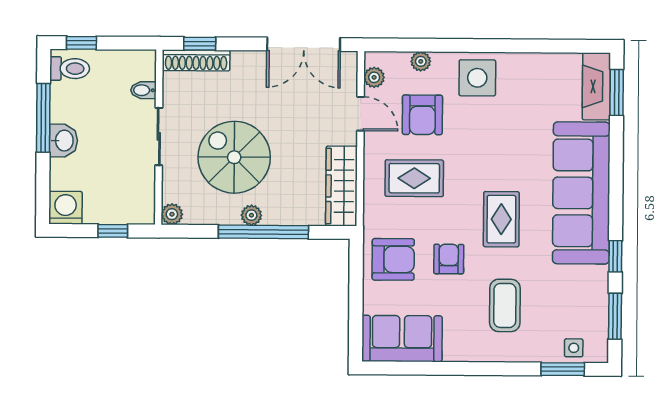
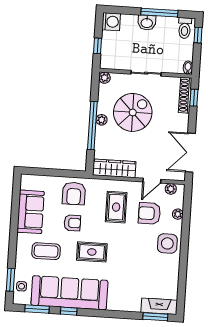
bidet: (143, 90) -> (188, 68), moved
sofa: (581, 193) -> (69, 293), moved
sofa: (402, 339) -> (31, 212), moved

